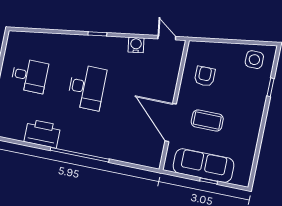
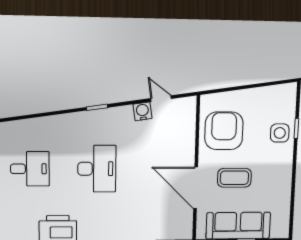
door: (167, 38) -> (161, 99), moved
side table: (254, 60) -> (280, 133), moved
armchair: (205, 76) -> (224, 131), width x1.88, depth x1.88

